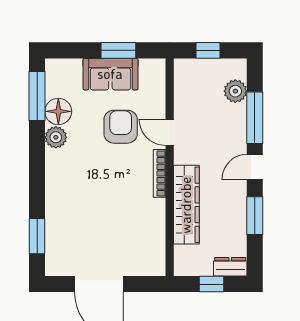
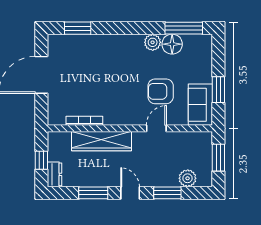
window: (208, 50) -> (218, 158), width x1.50
sofa: (110, 74) -> (200, 105), moved
window: (255, 118) -> (167, 193), width x0.69
armchair: (121, 127) -> (161, 91), turned 180
bookcase: (160, 173) -> (84, 121), moved

